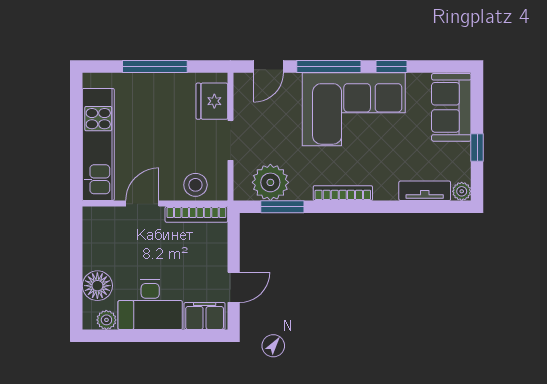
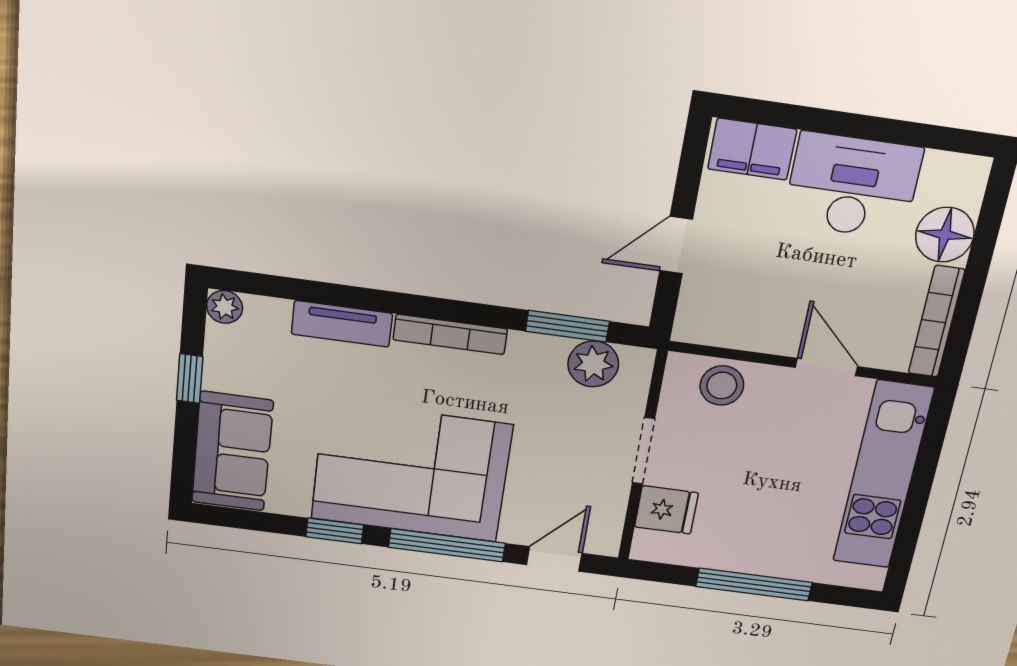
fridge: (212, 101) -> (666, 510), width x0.72
plant: (270, 182) -> (593, 364), width x0.73, depth x0.73
tv unit: (425, 191) -> (342, 324), moved
door: (142, 204) -> (826, 367), swing flipped
bookcase: (196, 214) -> (936, 322), moved, turned -90
door: (234, 287) -> (676, 245), moved
plant: (106, 320) -> (943, 169), removed

